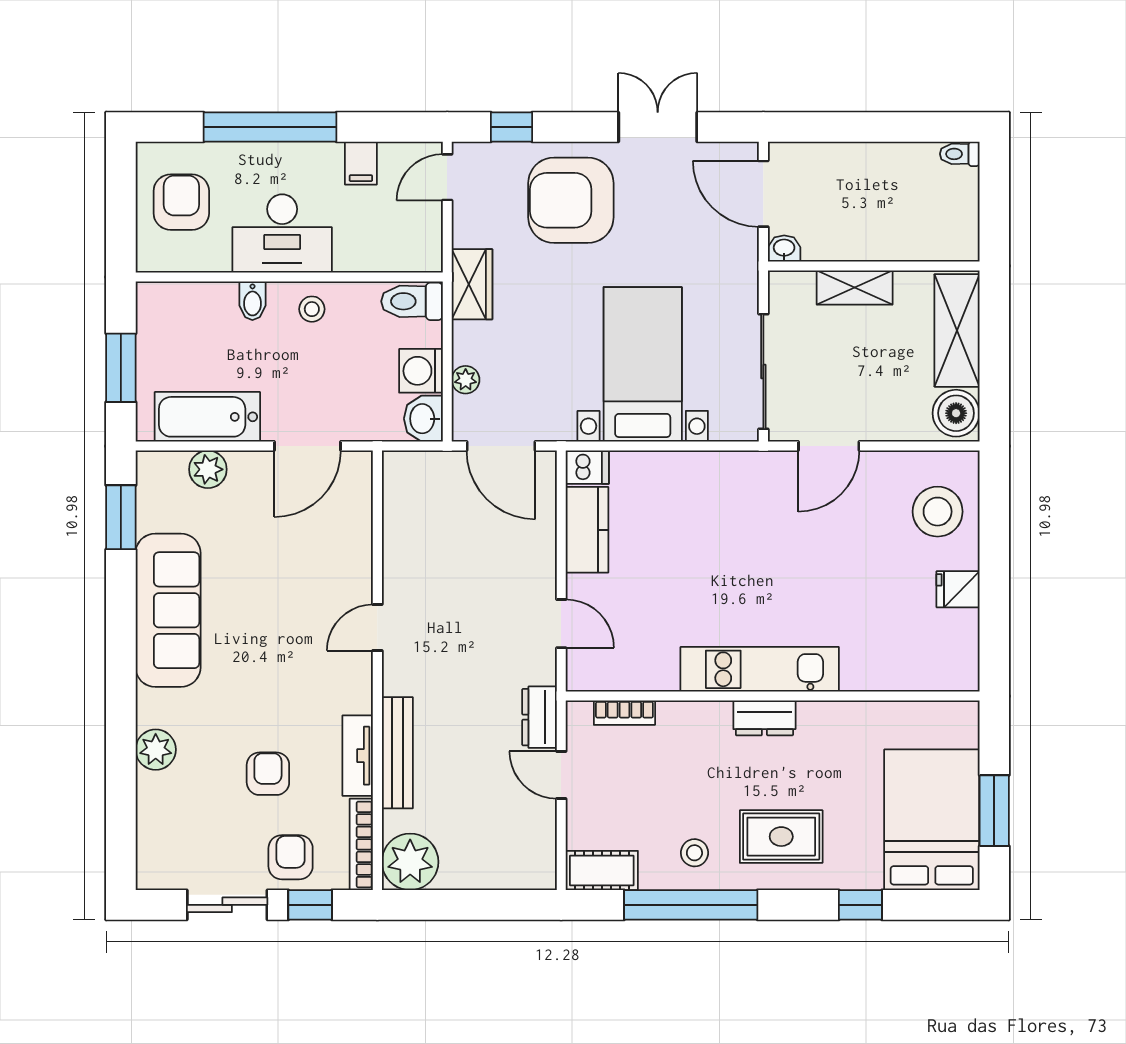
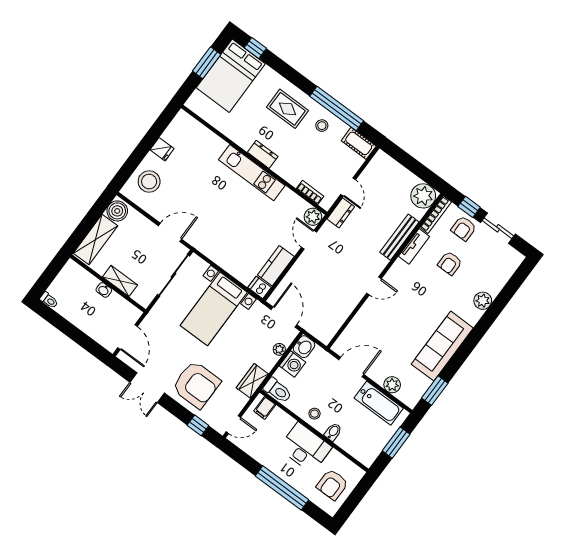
filing cabinet: (361, 163) -> (265, 408), moved, turned 180
washbasin: (784, 248) -> (104, 290), moved
plant: (586, 672) -> (313, 217), added
window: (860, 905) -> (255, 48), moved

